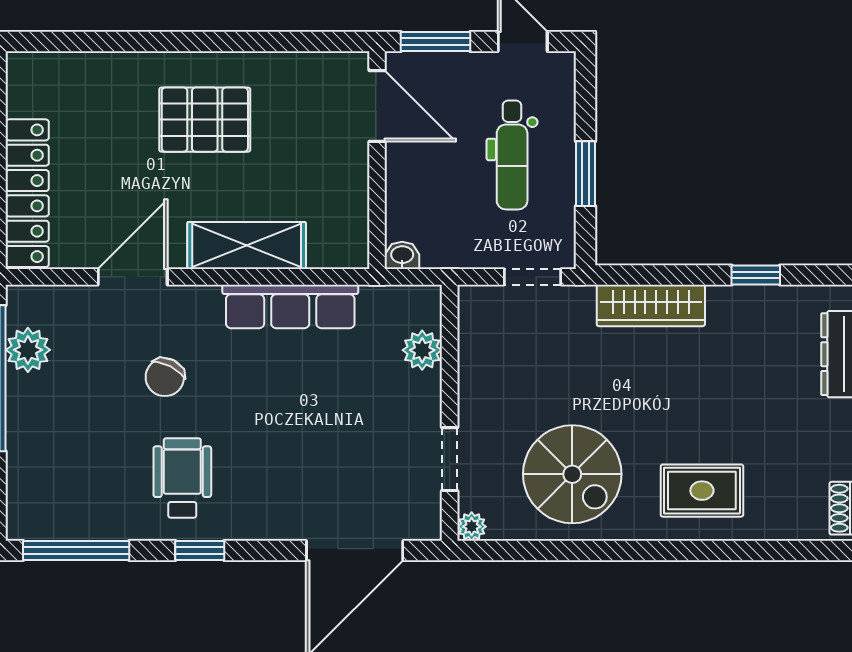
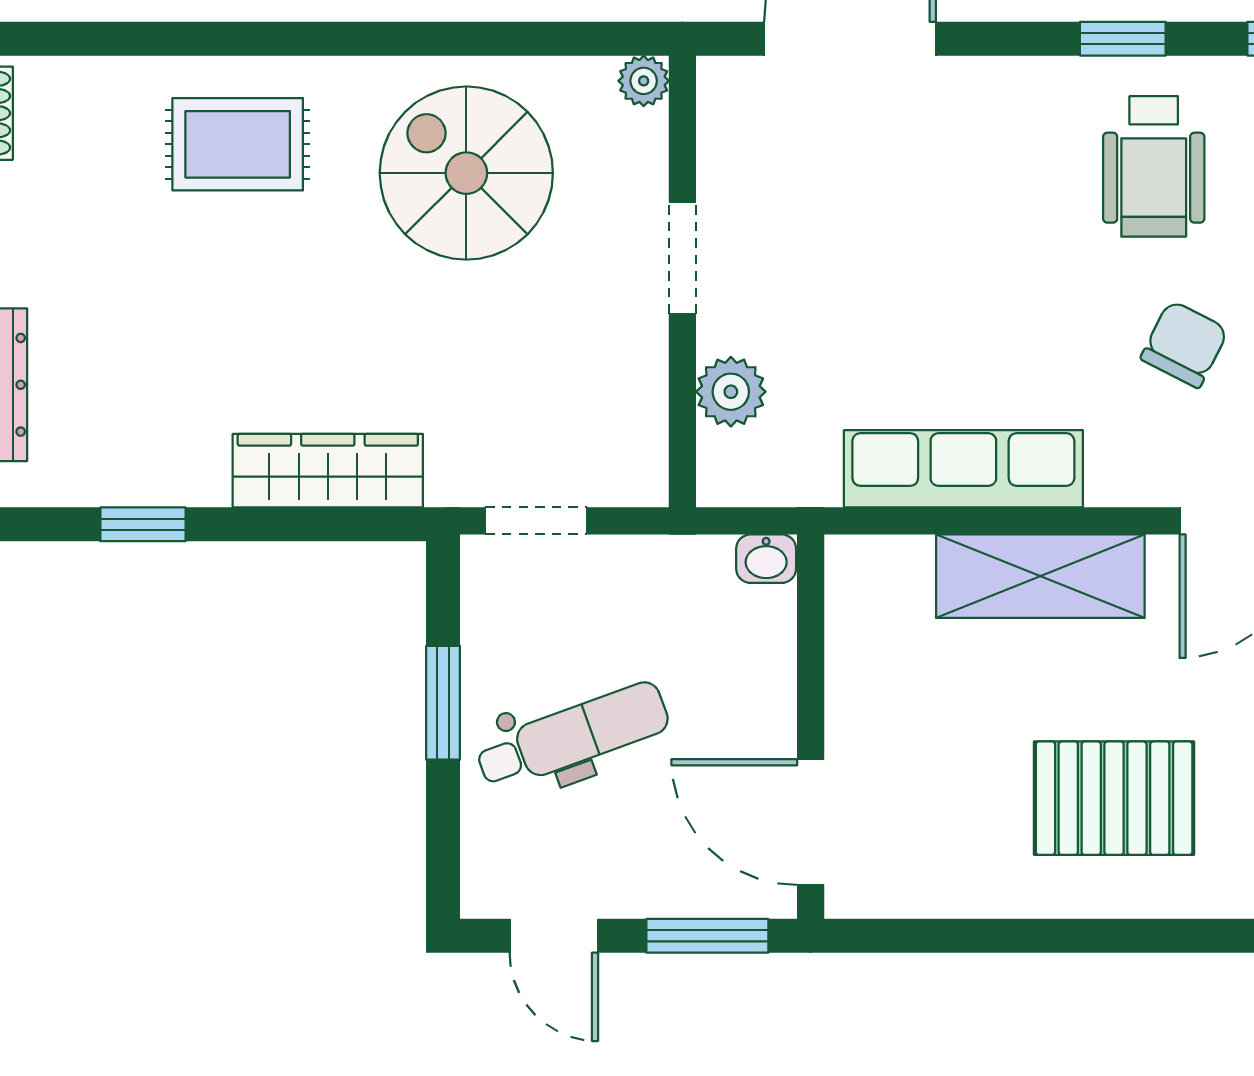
dental chair: (512, 155) -> (572, 736), turned 70
doorway: (450, 459) -> (682, 258), moved

